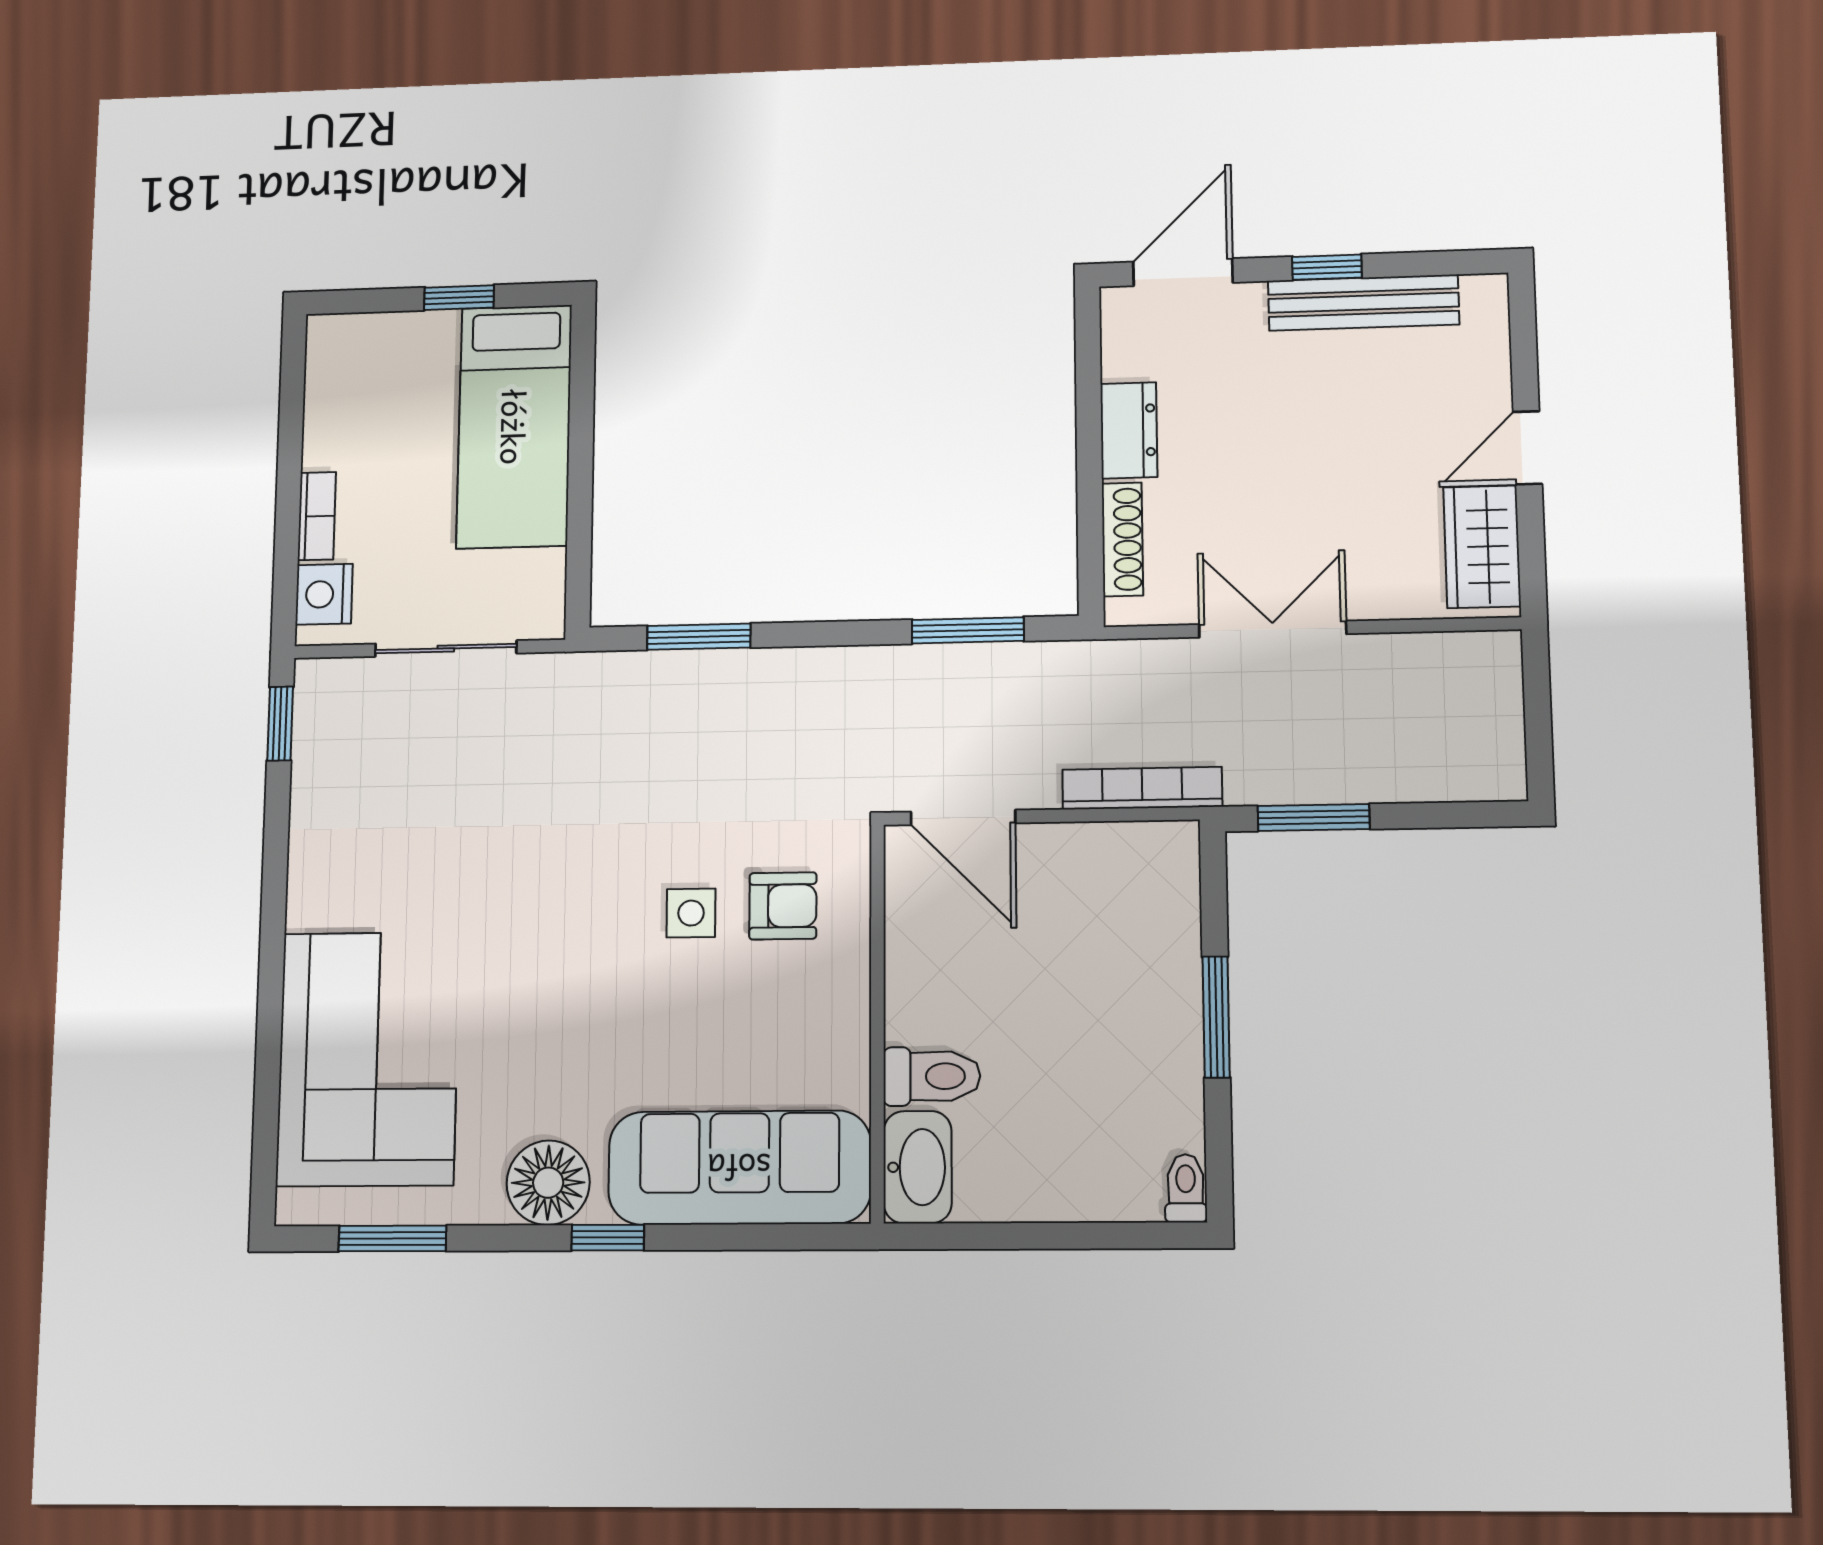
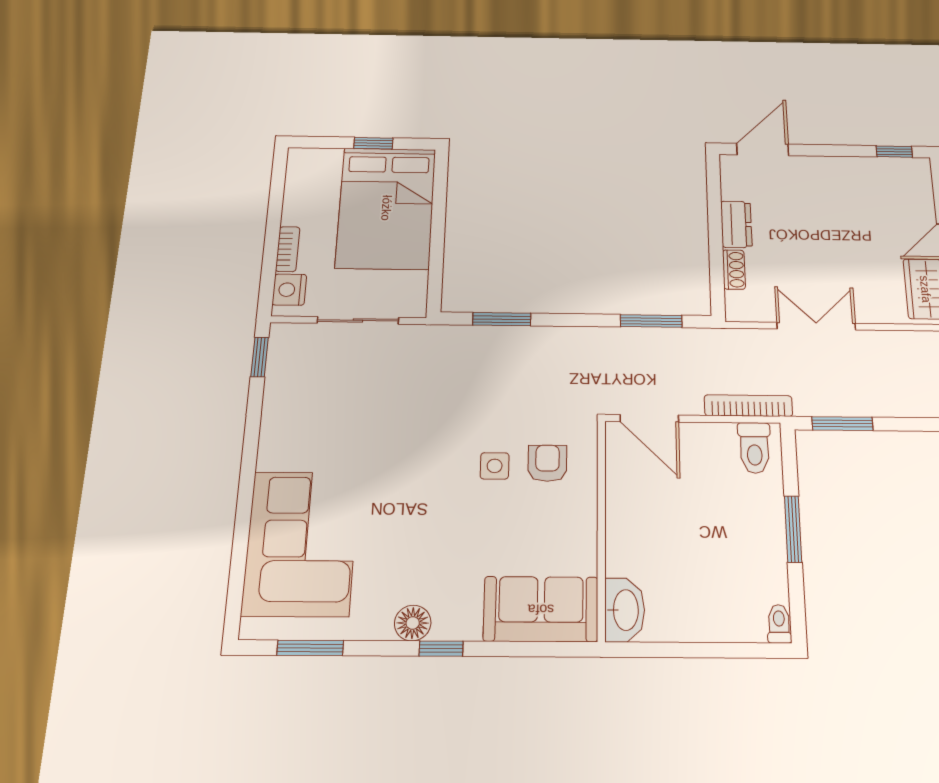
window: (1327, 267) -> (894, 152), moved
bench: (1363, 303) -> (857, 168), removed
bed: (514, 426) -> (386, 208), width x1.50
shoe rack: (1122, 539) -> (734, 270), width x0.70
armchair: (783, 906) -> (547, 463), turned -90
toilet: (932, 1076) -> (754, 448), moved, turned 90
sofa: (739, 1168) -> (541, 609), width x0.73
floor lamp: (548, 1183) -> (413, 623), width x0.73, depth x0.73

